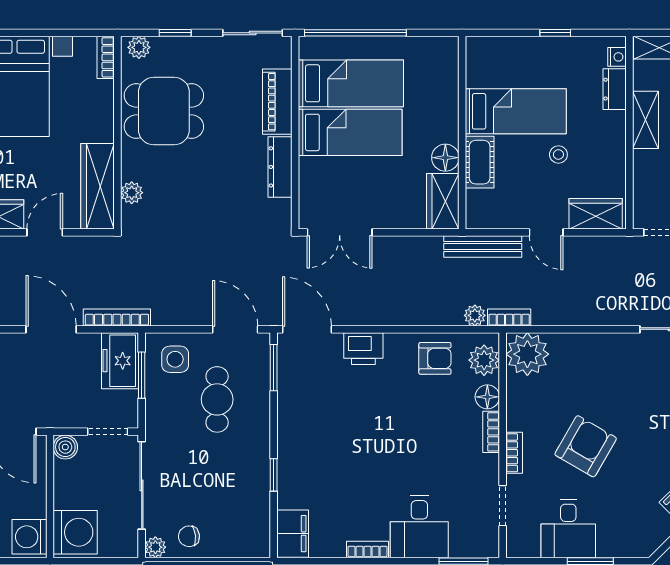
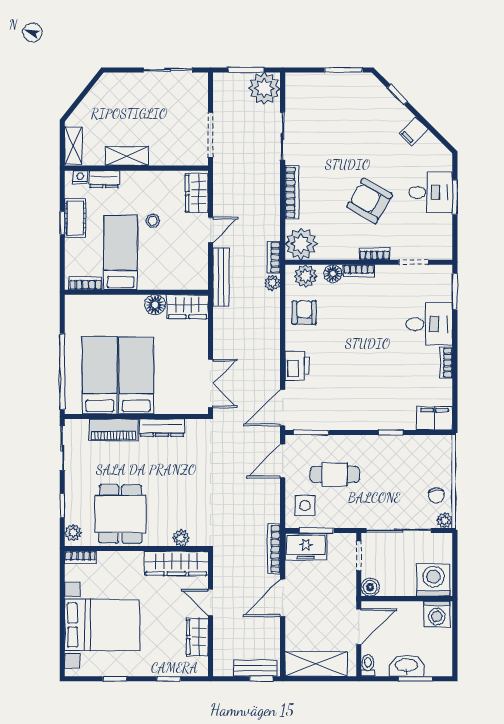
bookcase: (474, 64) -> (86, 283), added
cot: (480, 162) -> (75, 218), moved, turned 90
bookcase: (597, 342) -> (292, 192), added
desk: (568, 529) -> (431, 192), moved

